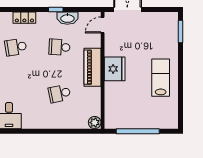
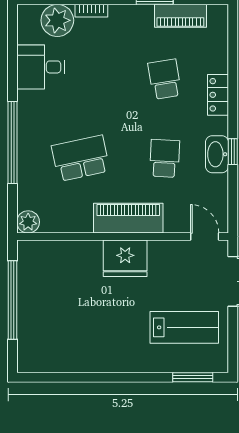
washbasin: (67, 18) -> (217, 154), moved
lab bench: (161, 78) -> (184, 327), moved
school desk: (59, 94) -> (81, 158), width x1.85
window: (51, 131) -> (12, 143), added

